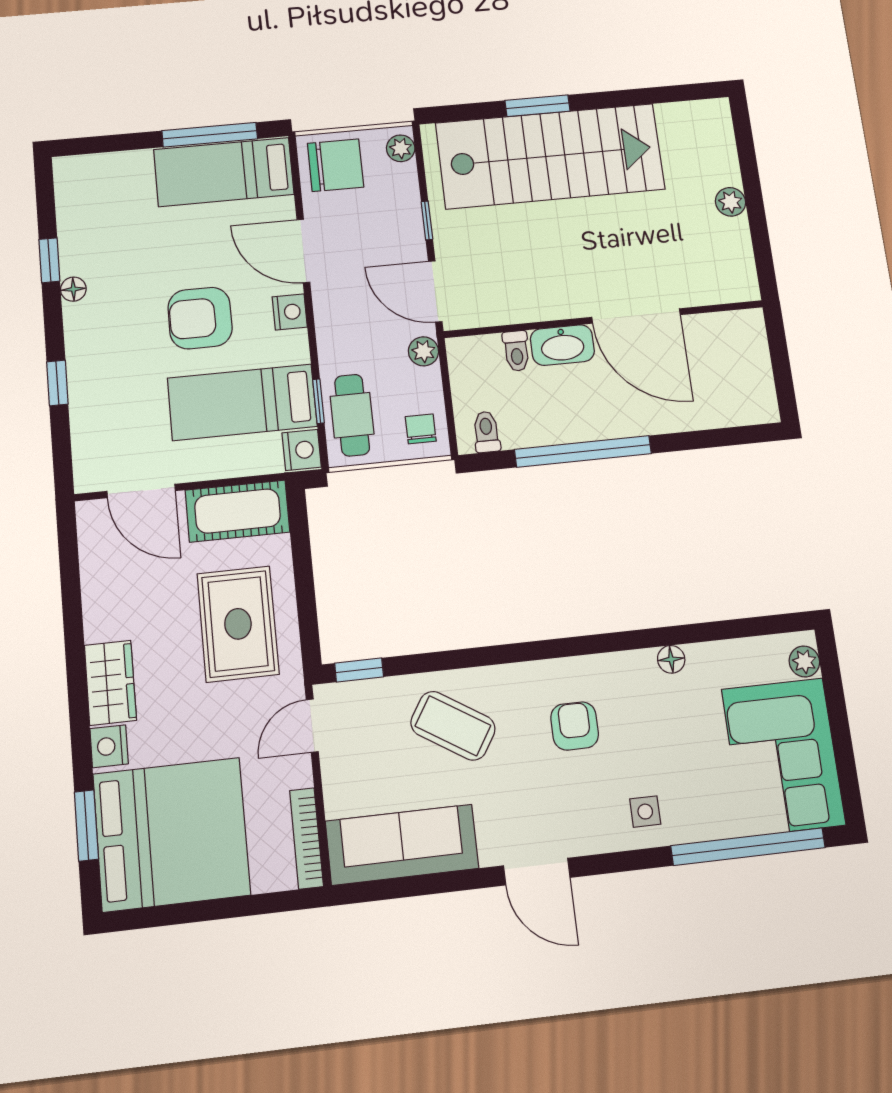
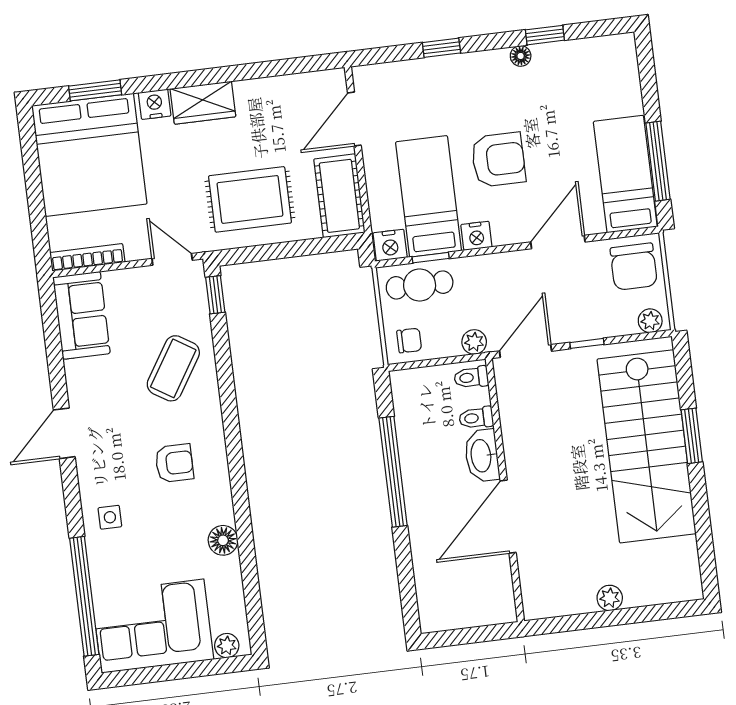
nightstand: (290, 312) -> (476, 236), moved
armchair: (200, 318) -> (498, 160), turned 90
toilet: (486, 432) -> (471, 377), moved, turned 180
floor lamp: (671, 659) -> (223, 540), width x1.37, depth x1.37
sofa: (402, 845) -> (81, 315), width x0.73

